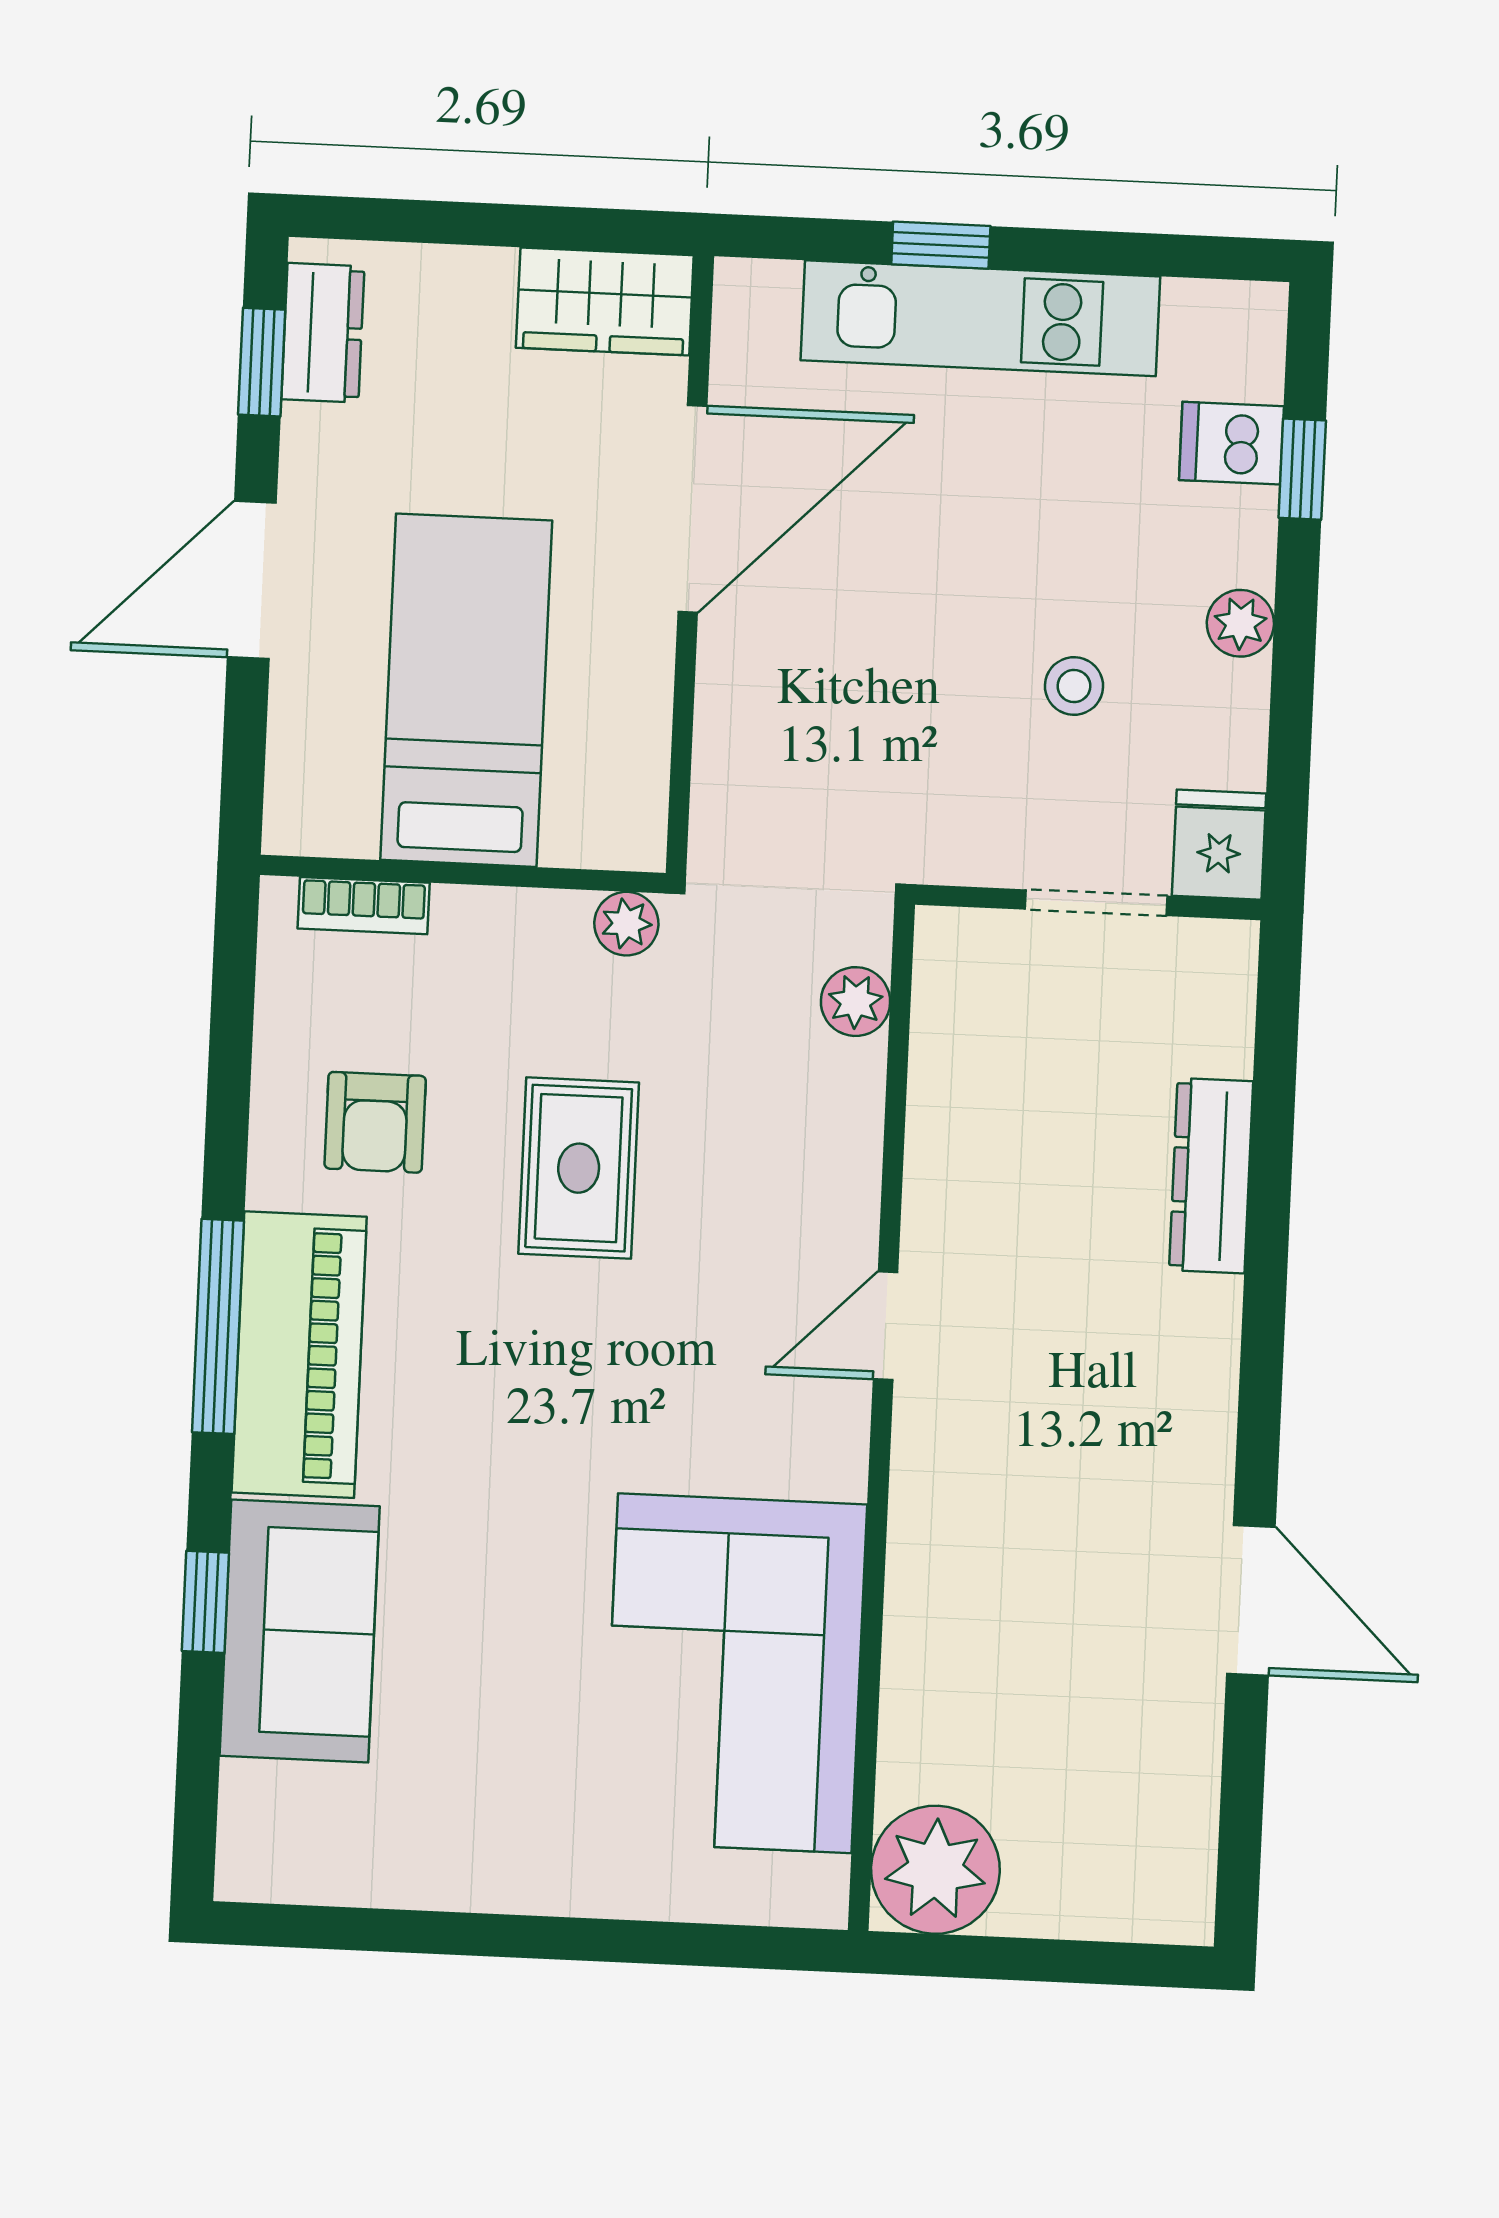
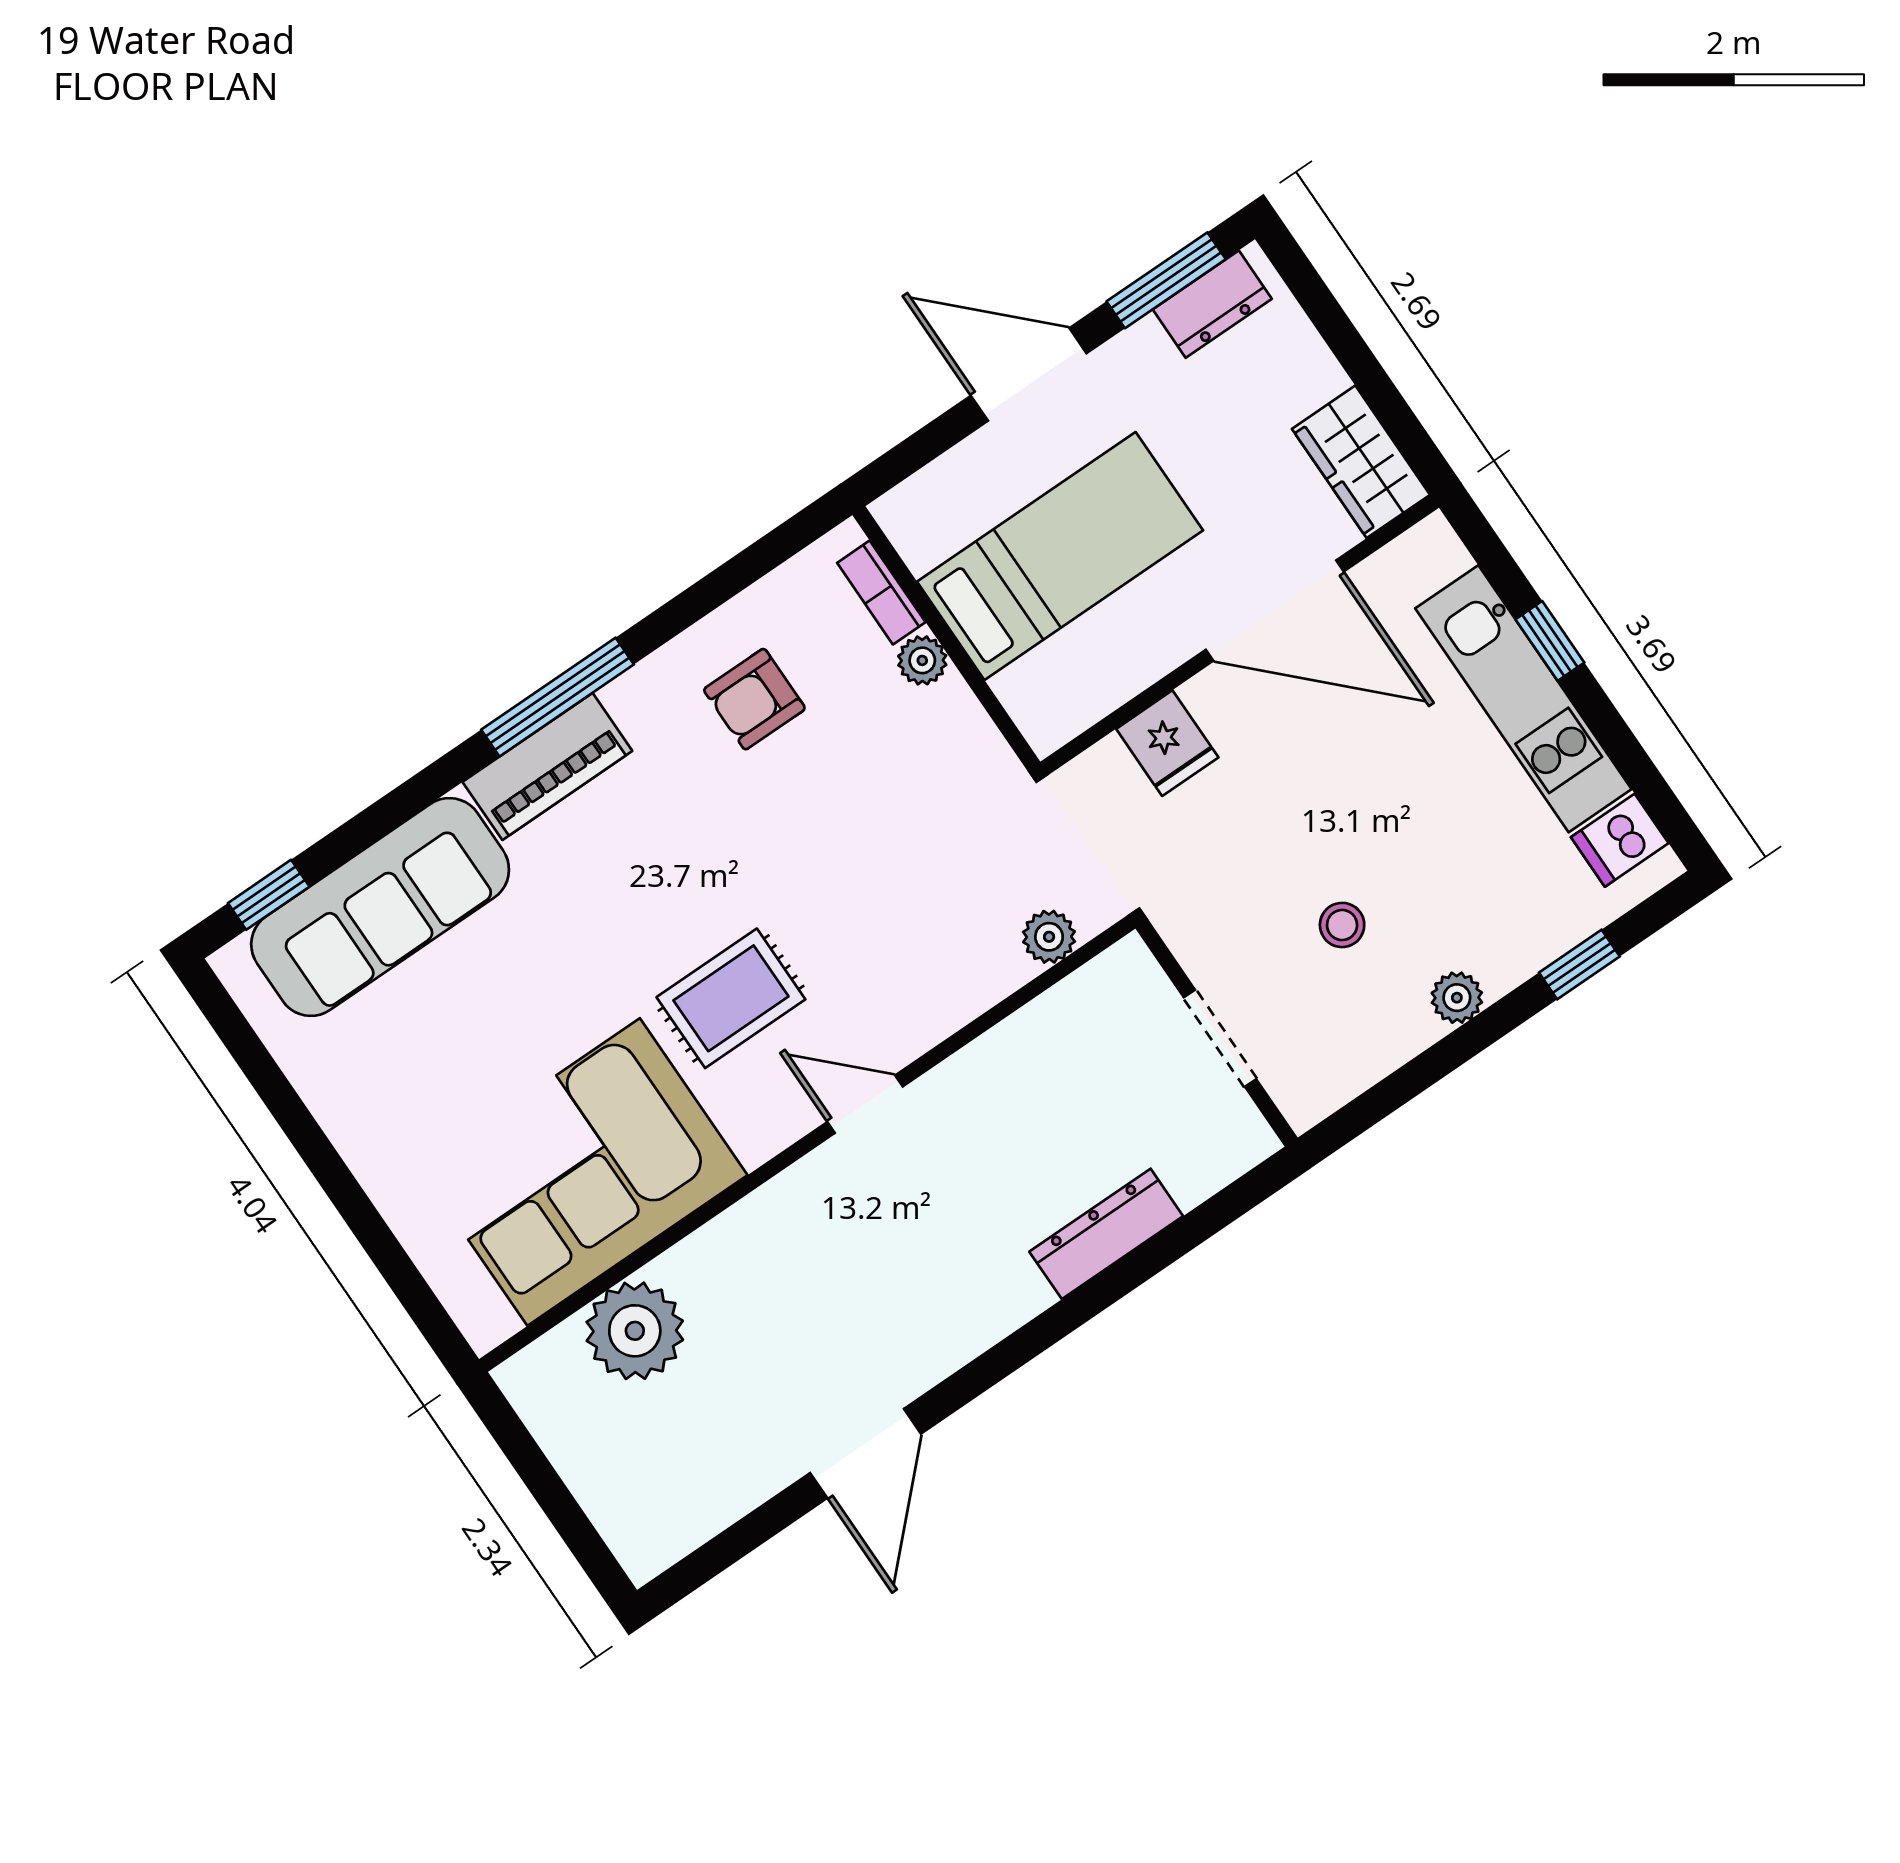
window: (262, 362) -> (1166, 280), width x1.50
dishwasher: (1231, 443) -> (1620, 840), moved, turned -90
fridge: (1219, 845) -> (1167, 743), moved, turned 90
plant: (626, 924) -> (922, 660), moved
rug: (579, 1168) -> (731, 998), moved
piano: (299, 1355) -> (547, 766), width x0.73, depth x0.75
window: (205, 1602) -> (269, 895), moved
sofa: (300, 1631) -> (380, 907), width x1.36
plant: (935, 1870) -> (635, 1331), moved

